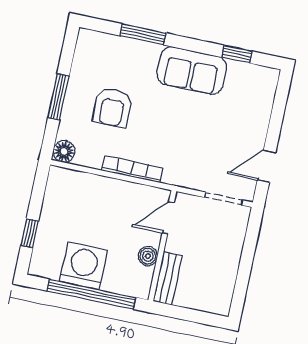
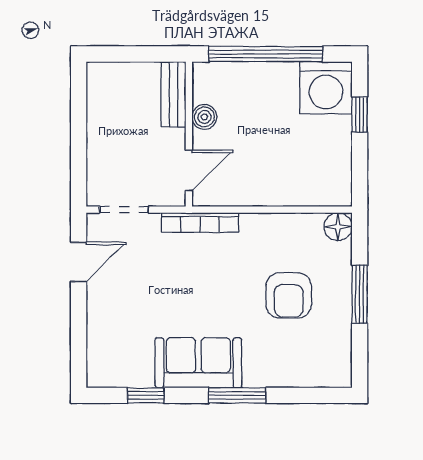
window: (143, 34) -> (237, 395), moved
armchair: (112, 107) -> (289, 295), turned 180
bookcase: (132, 169) -> (200, 222), moved
washing machine: (84, 266) -> (326, 88), moved

